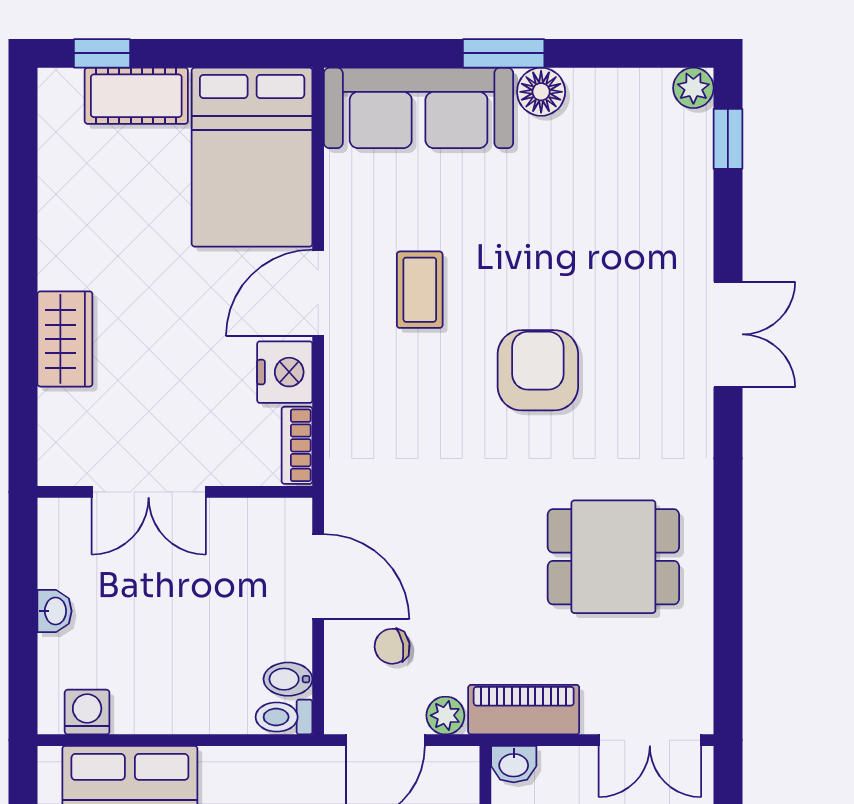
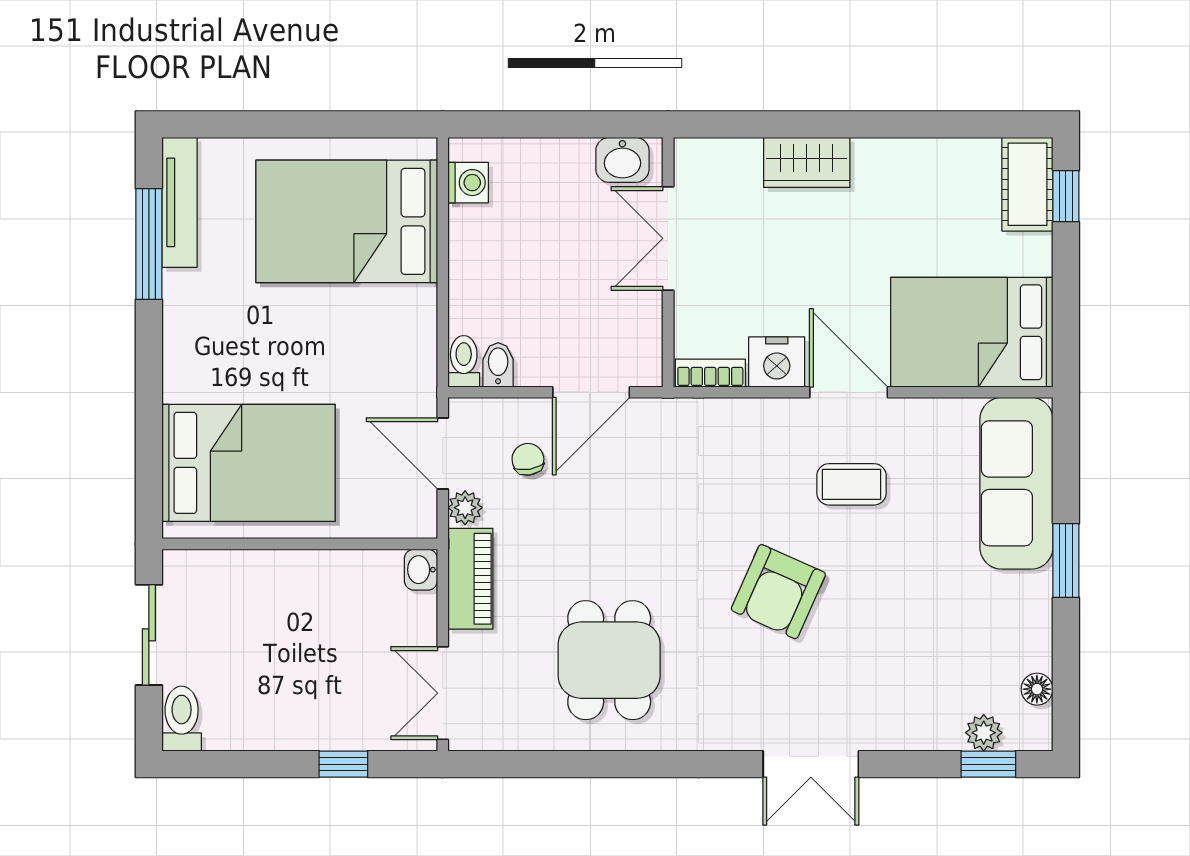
plant: (693, 88) -> (984, 733), moved
floor lamp: (541, 92) -> (1037, 689), moved, width x0.73, depth x0.73
cot: (136, 96) -> (1027, 184), moved
armchair: (538, 370) -> (778, 592), turned 114
washbasin: (54, 611) -> (622, 160), moved, width x1.38, depth x1.45

